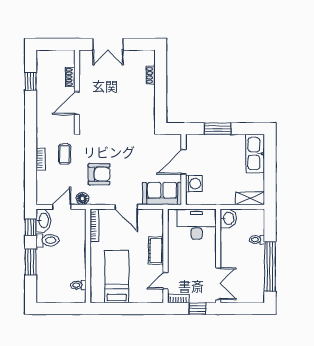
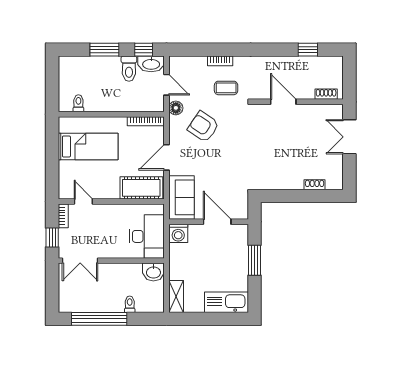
shoe rack: (70, 77) -> (326, 94), moved
armchair: (99, 174) -> (203, 127), turned 124
washing machine: (194, 184) -> (178, 233), moved
cot: (156, 250) -> (141, 188), moved, width x1.37, depth x1.34

